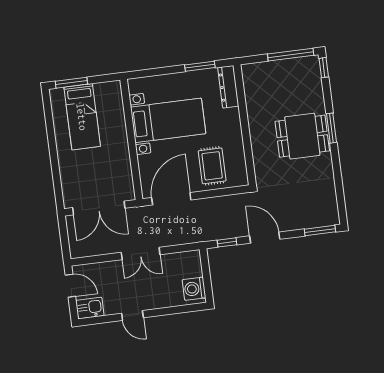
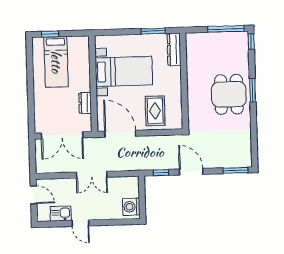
window: (71, 83) -> (50, 34), width x0.67
dining table: (302, 136) -> (229, 94), turned 90
dresser: (124, 165) -> (85, 103), added
door: (171, 199) -> (120, 134), hinge flipped
kitchen sink: (90, 308) -> (61, 214), moved

